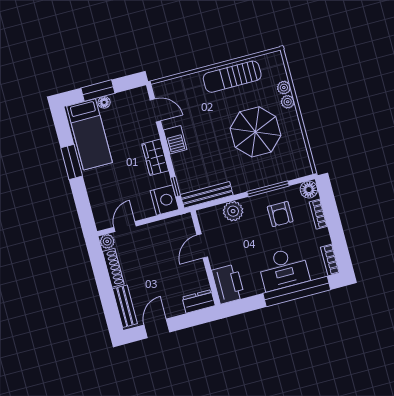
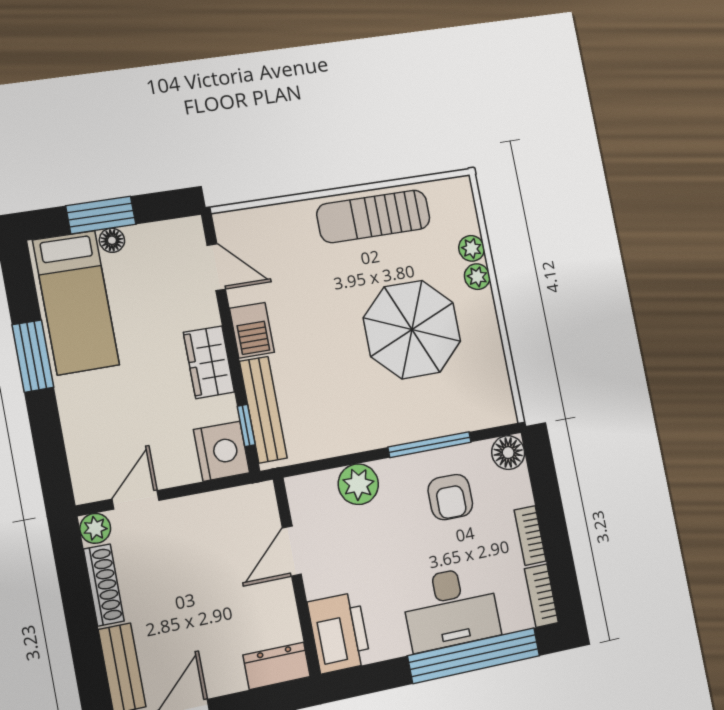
bench: (207, 195) -> (263, 410), moved, turned 90
bookcase: (318, 214) -> (530, 536), moved

